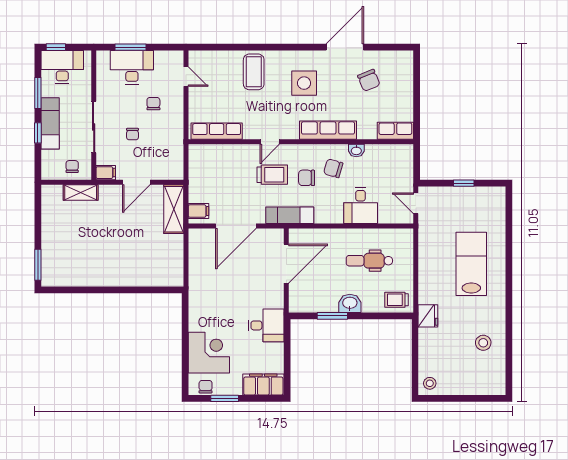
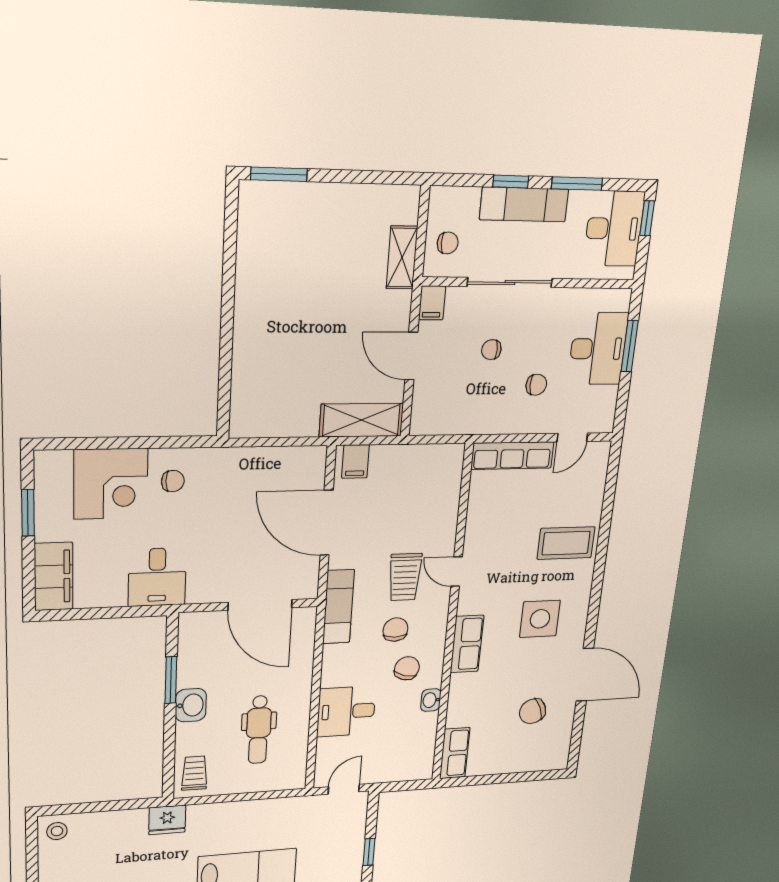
row of seats: (328, 130) -> (467, 644), width x0.68
row of seats: (217, 131) -> (512, 456), moved, turned 90
dental chair: (369, 261) -> (259, 730), turned 180
chair: (206, 387) -> (173, 481), moved

